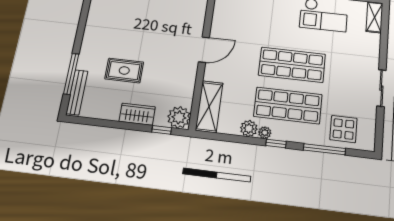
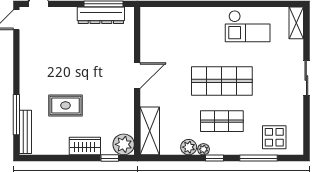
sliding door: (381, 88) -> (306, 78), moved
shop shelf: (288, 105) -> (222, 121), width x0.70, depth x0.74

